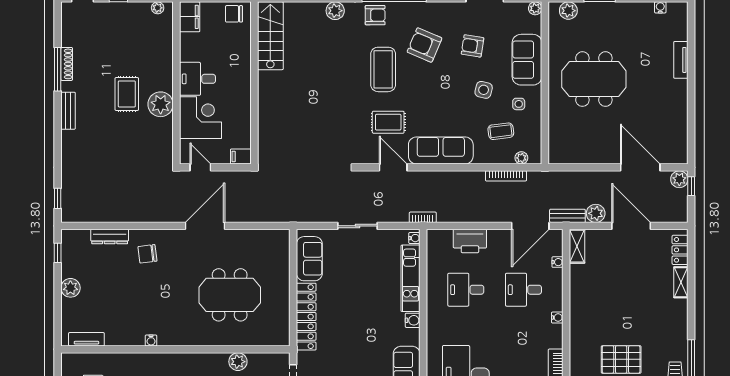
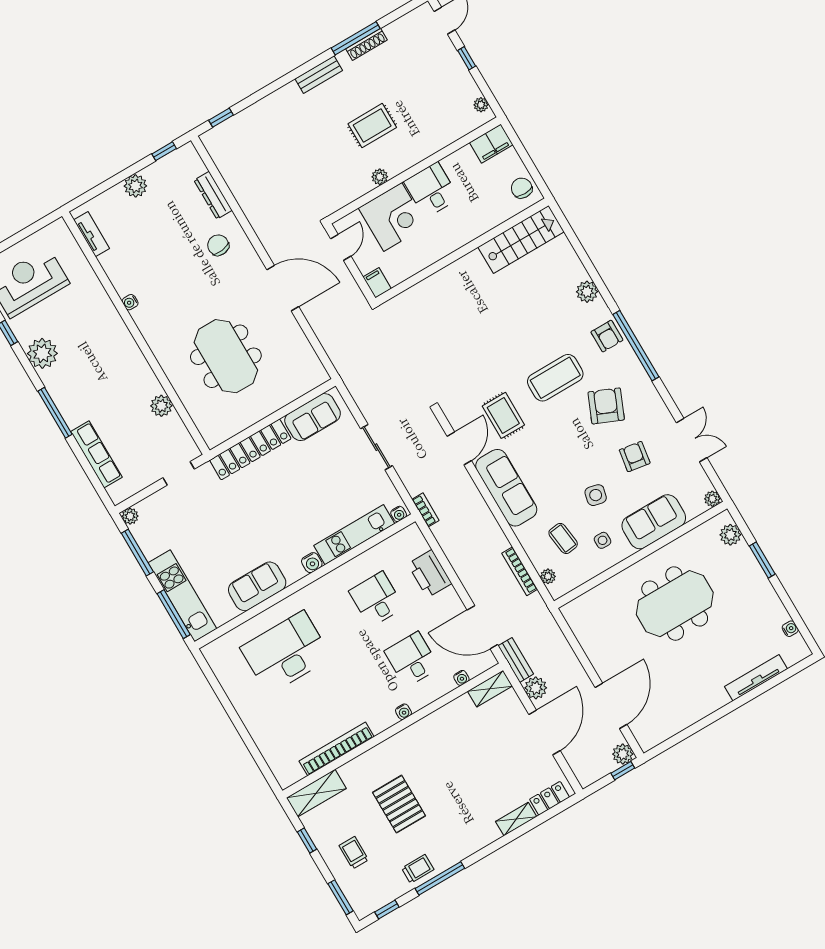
tv unit: (681, 60) -> (756, 678), width x1.41
meeting table: (594, 79) -> (675, 604), turned 90
plant: (161, 104) -> (380, 177), width x0.53, depth x0.53

